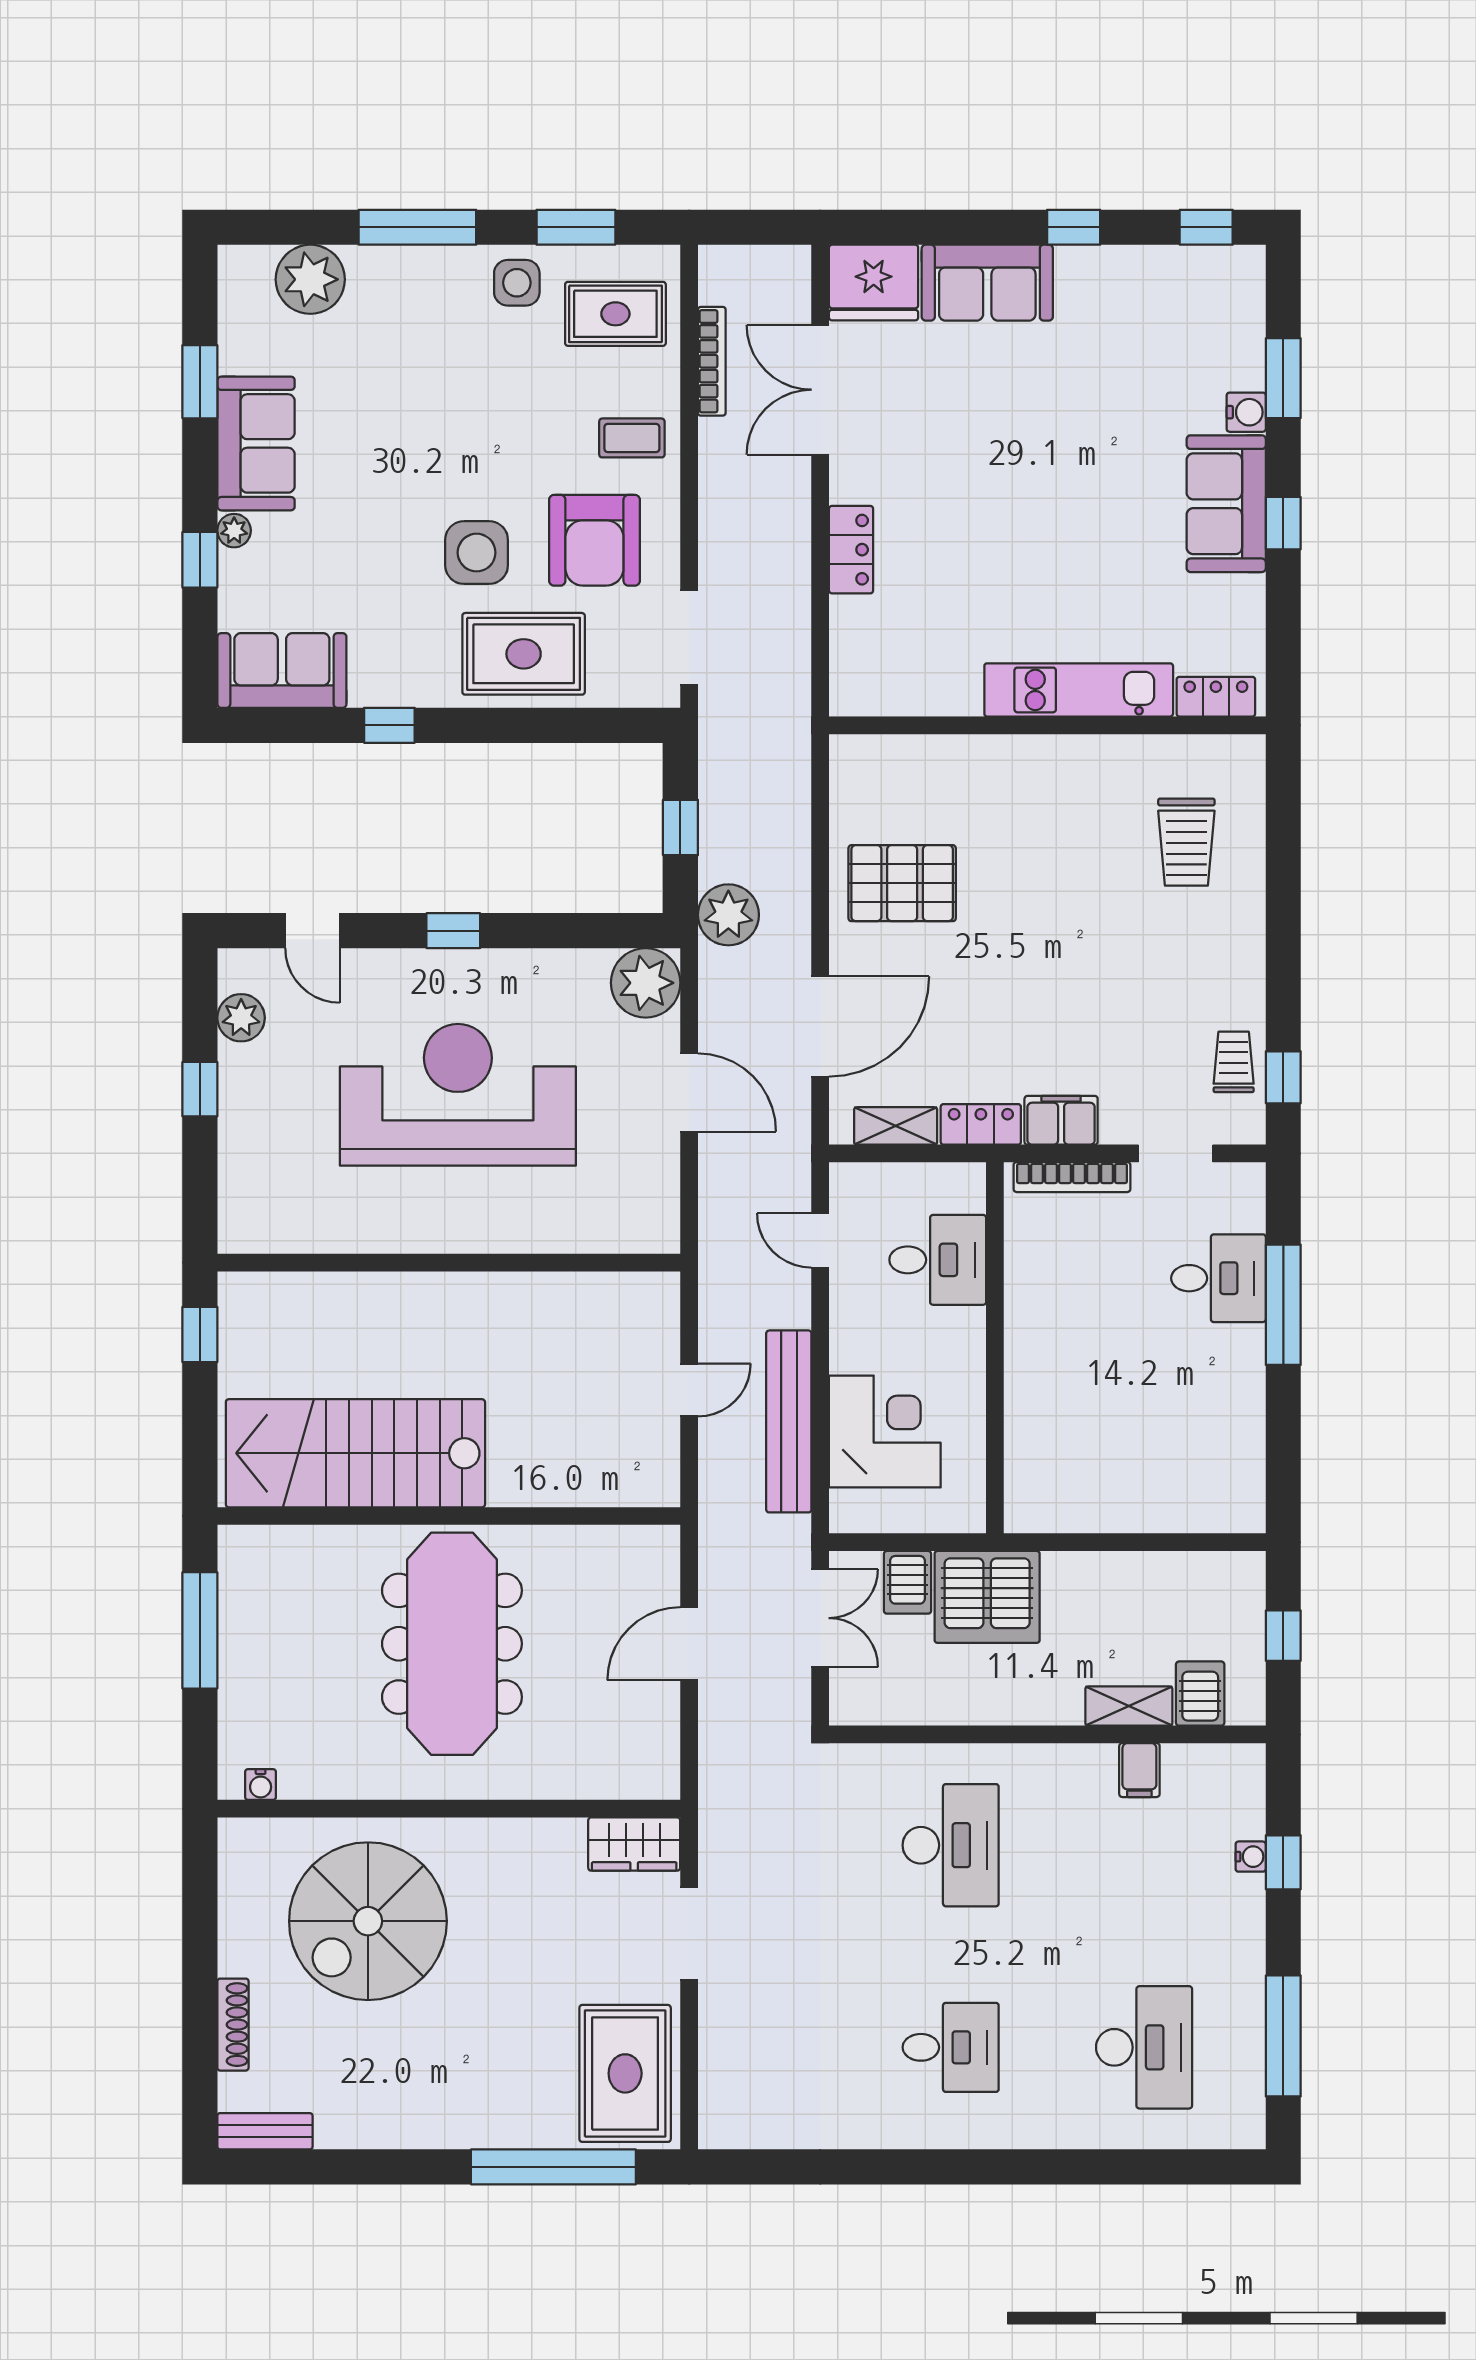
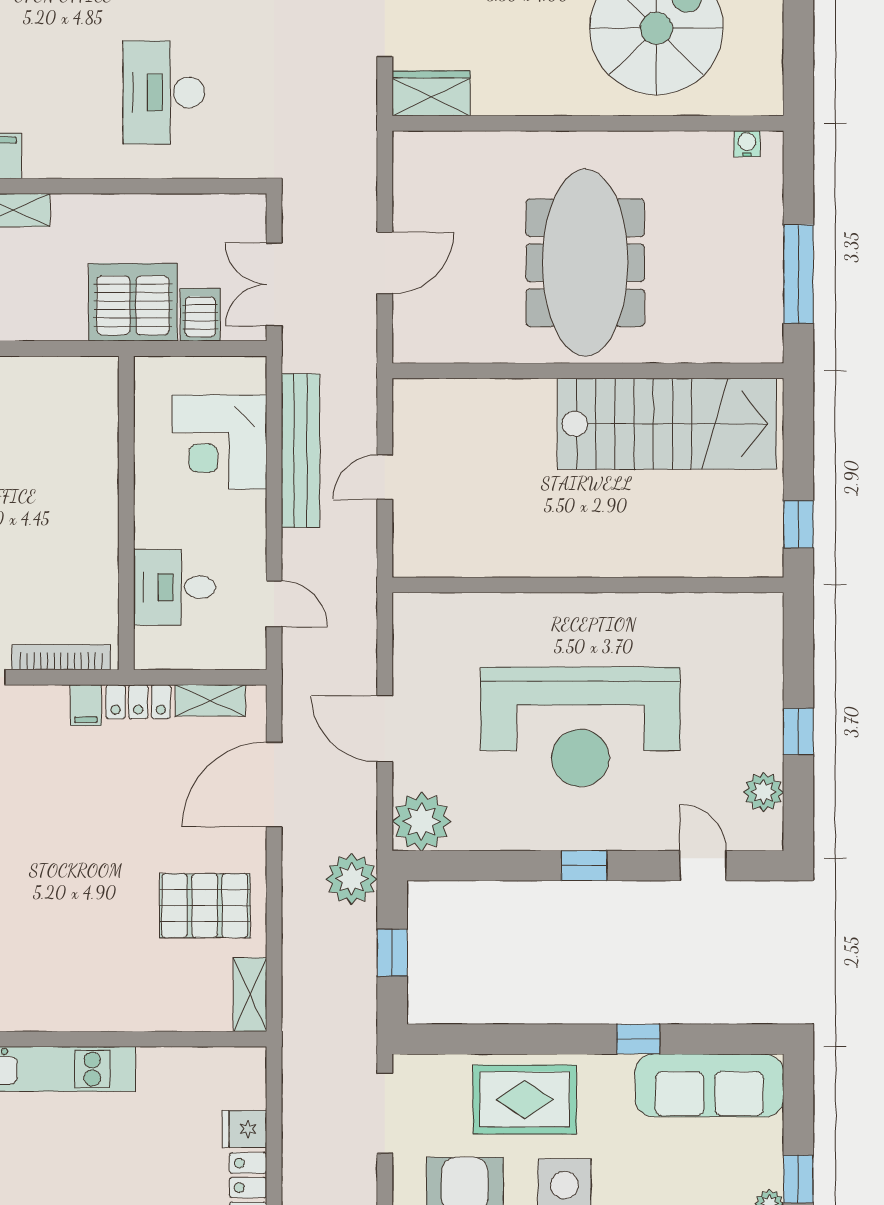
fridge: (855, 619) -> (244, 1129), added
sofa: (282, 670) -> (709, 1085), width x1.36
shelving: (849, 778) -> (250, 995), added
filing cabinet: (1061, 1120) -> (86, 705), width x0.50

